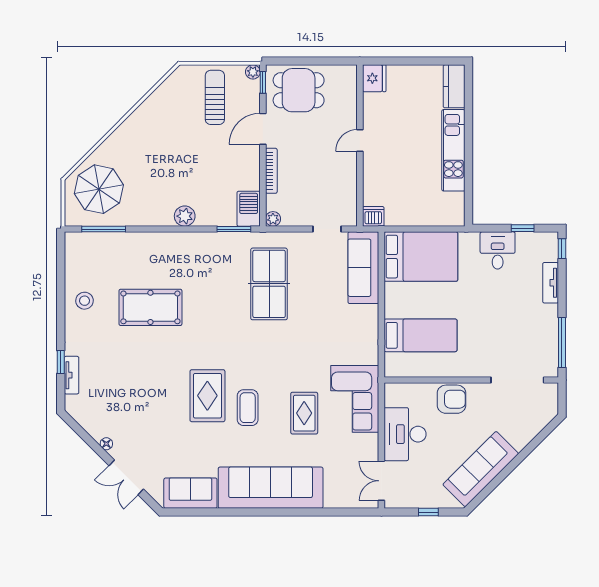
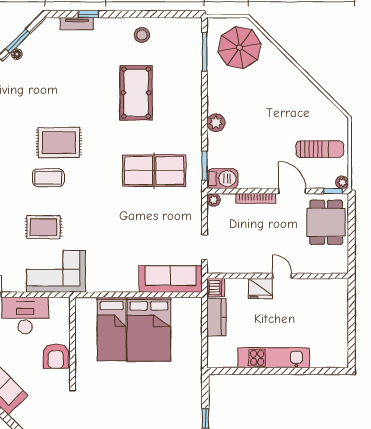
fridge: (374, 78) -> (260, 288), moved
kitchen counter: (454, 86) -> (216, 317), moved, turned 90
desk: (498, 250) -> (186, 396), removed
bed: (421, 257) -> (149, 329), moved
table tennis table: (269, 284) -> (154, 171), moved
window: (91, 443) -> (18, 41), added

